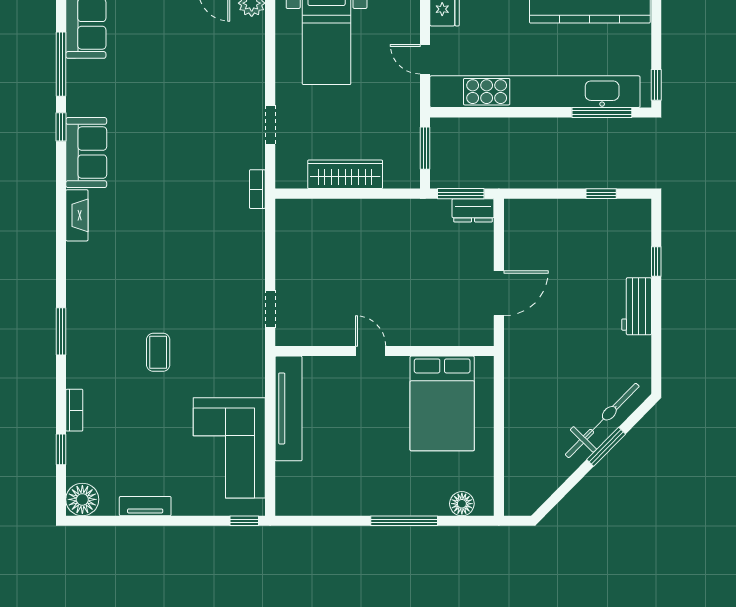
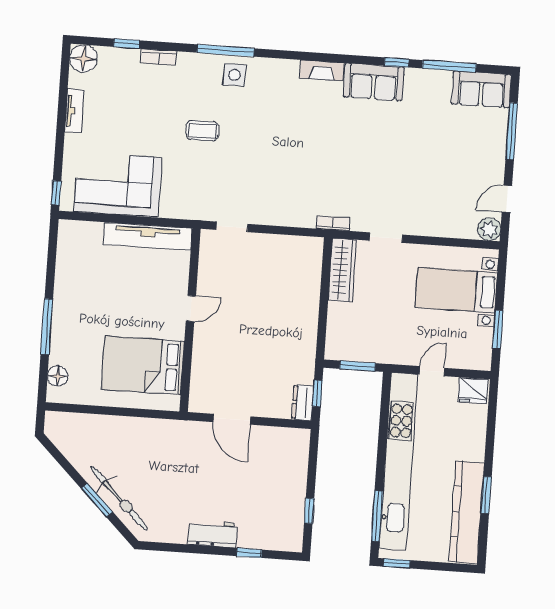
wardrobe: (345, 174) -> (342, 270), moved
window: (461, 194) -> (317, 393), width x0.67
side table: (89, 319) -> (235, 75), added
window: (61, 331) -> (226, 50), width x1.44

